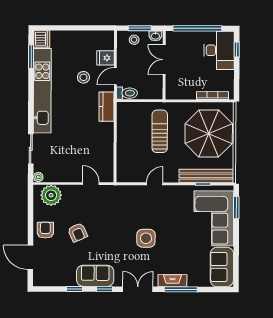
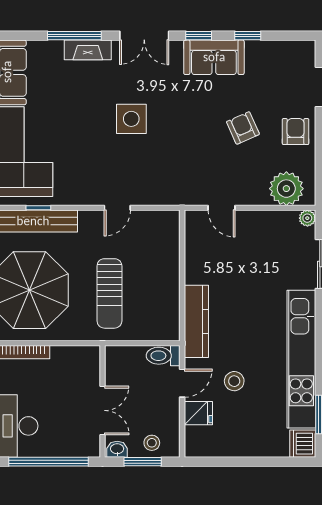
kitchen counter: (107, 107) -> (196, 321), width x1.50
armchair: (45, 230) -> (296, 132), turned 180

